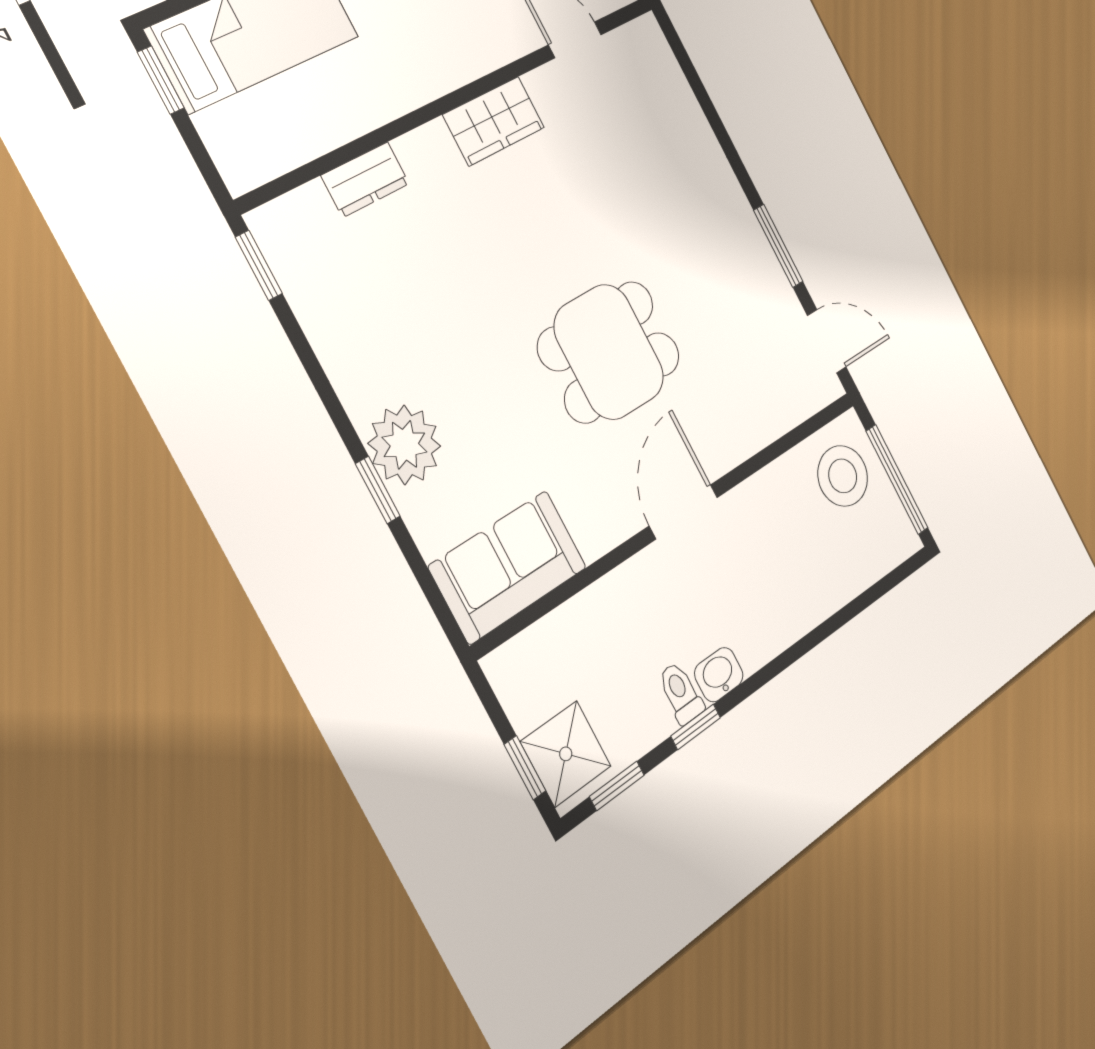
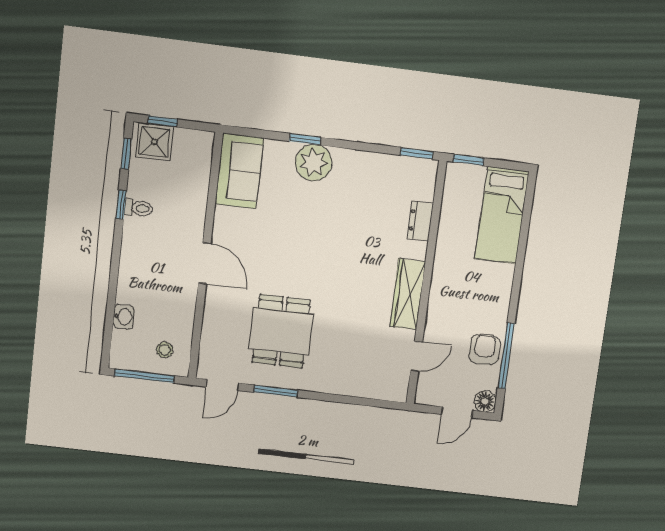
window: (161, 80) -> (469, 160), moved
wardrobe: (494, 121) -> (408, 294), width x1.50
dining table: (609, 352) -> (281, 331), moved
stool: (843, 476) -> (165, 350), width x0.53, depth x0.53
washbasin: (719, 675) -> (123, 317), moved

